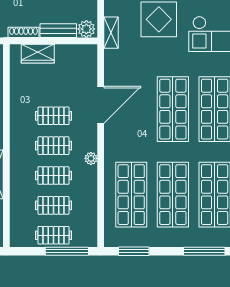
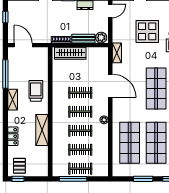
shelving: (111, 33) -> (117, 53), moved
wardrobe: (38, 54) -> (70, 53), width x1.50
door: (101, 105) -> (110, 86), hinge flipped
window: (67, 251) -> (73, 179), moved
window: (134, 251) -> (143, 179), moved

